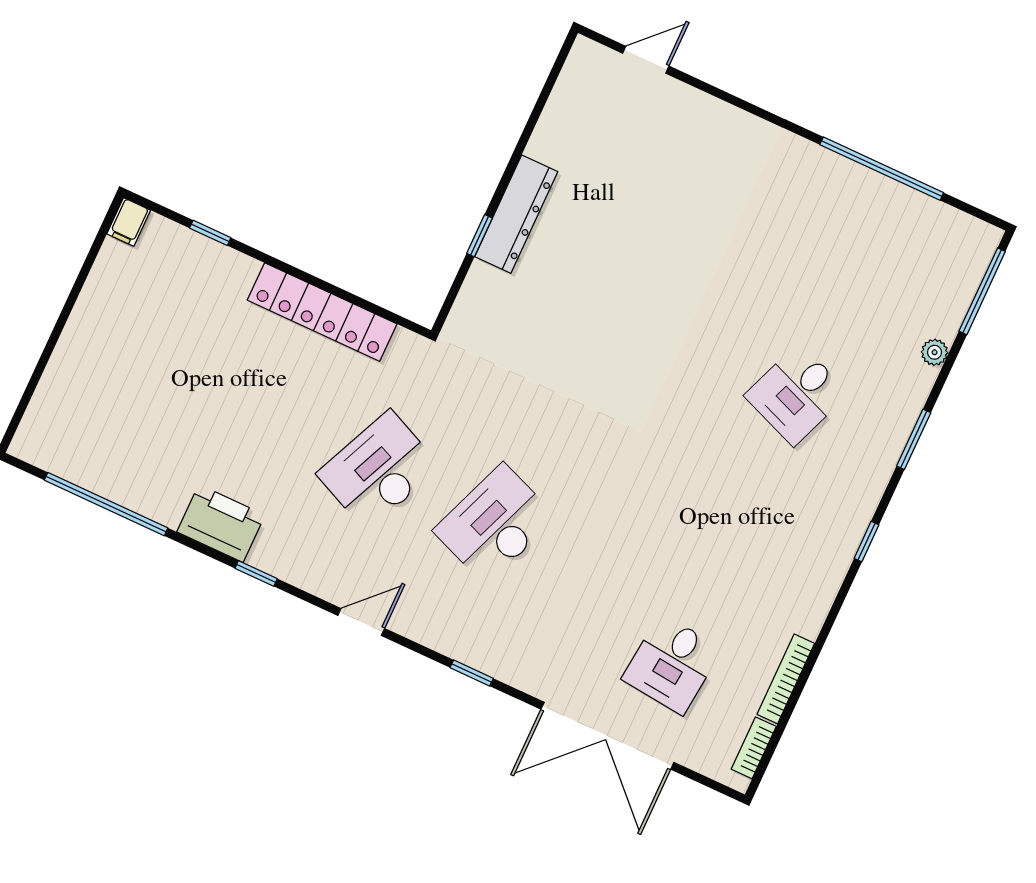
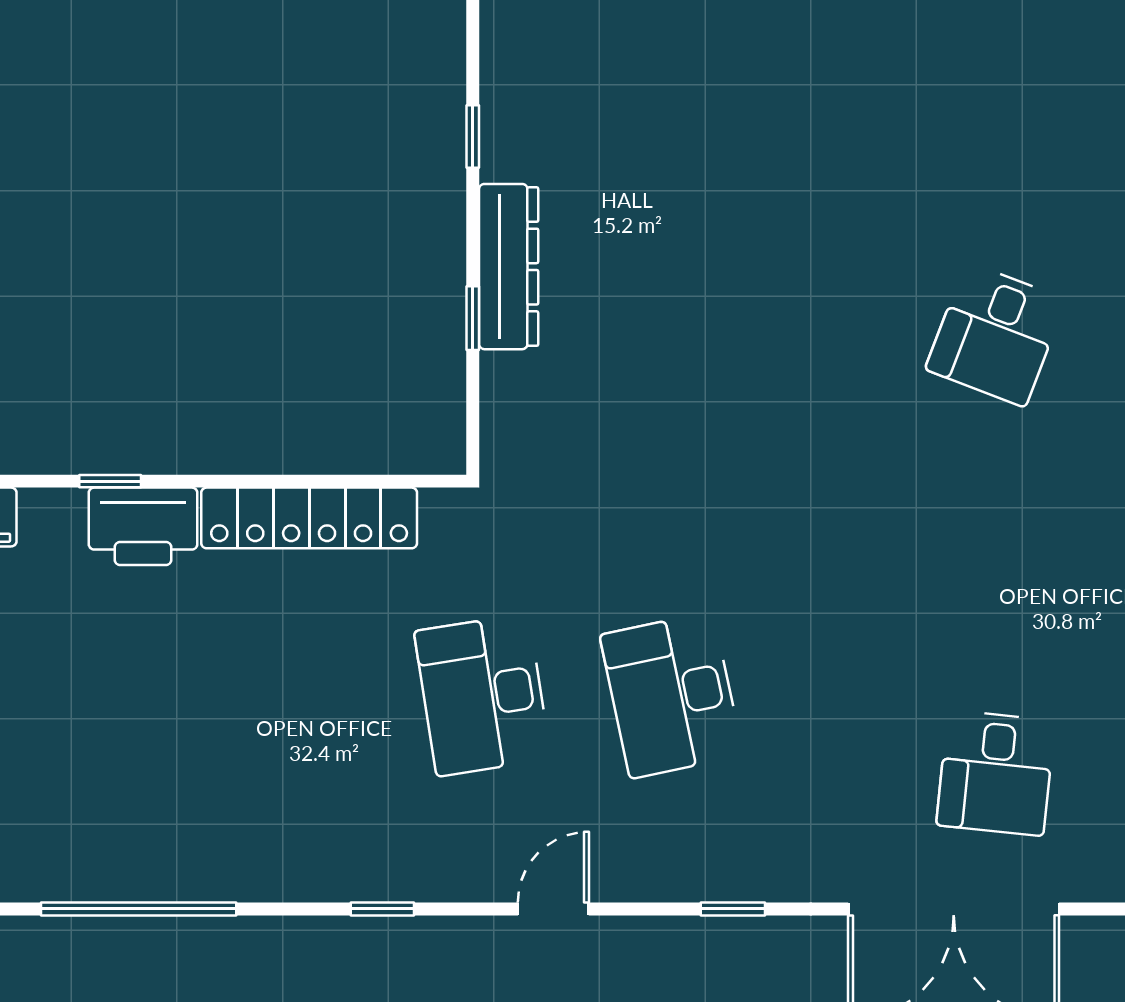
window: (531, 124) -> (473, 136), added
desk: (379, 470) -> (483, 695), turned -33
printer: (221, 523) -> (143, 526), moved, turned 180
desk: (495, 524) -> (672, 695), turned -33

